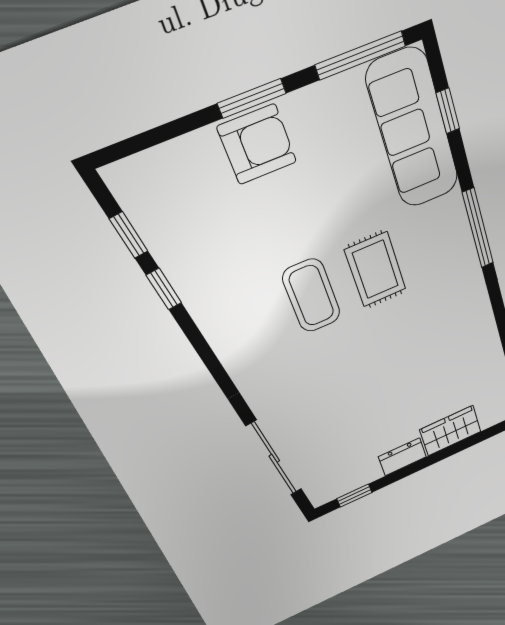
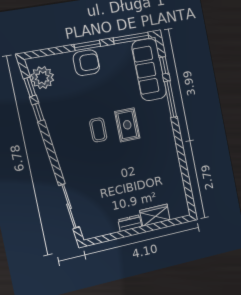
plant: (154, 206) -> (42, 78), added
window: (478, 228) -> (171, 99), moved
coffee table: (311, 295) -> (98, 130), width x0.73, depth x0.77
window: (354, 495) -> (104, 239), removed

